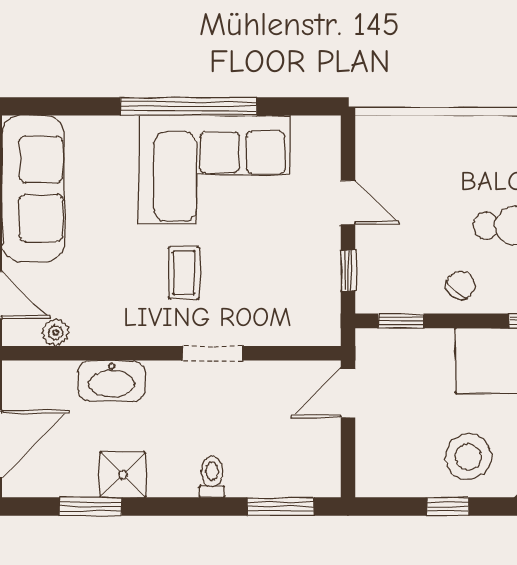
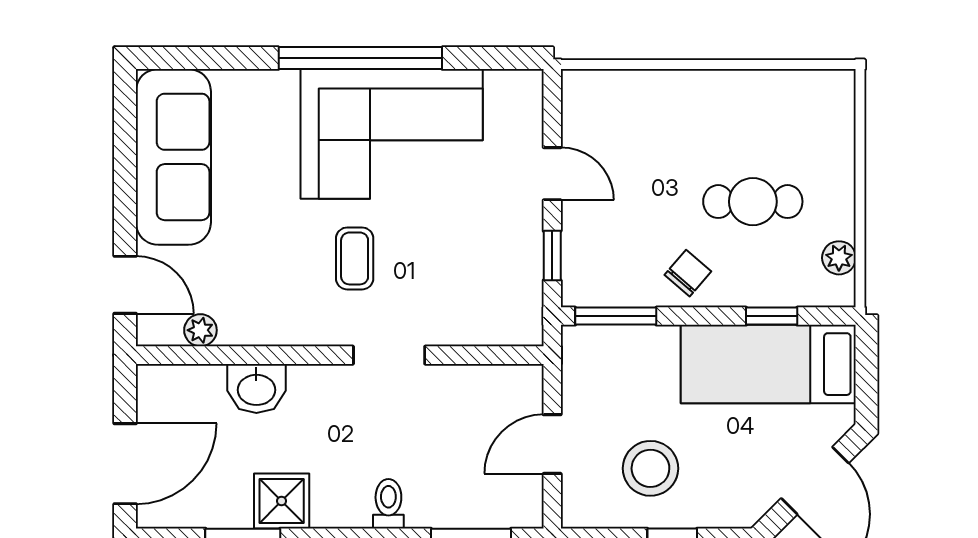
window: (401, 321) -> (616, 316), width x1.50
washbasin: (111, 381) -> (256, 388), width x0.72
door: (348, 393) -> (552, 444), moved
stool: (468, 457) -> (650, 468), moved

